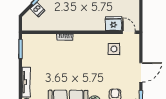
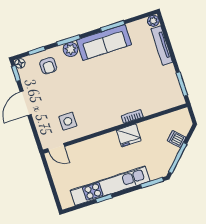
fridge: (113, 24) -> (129, 135), moved

